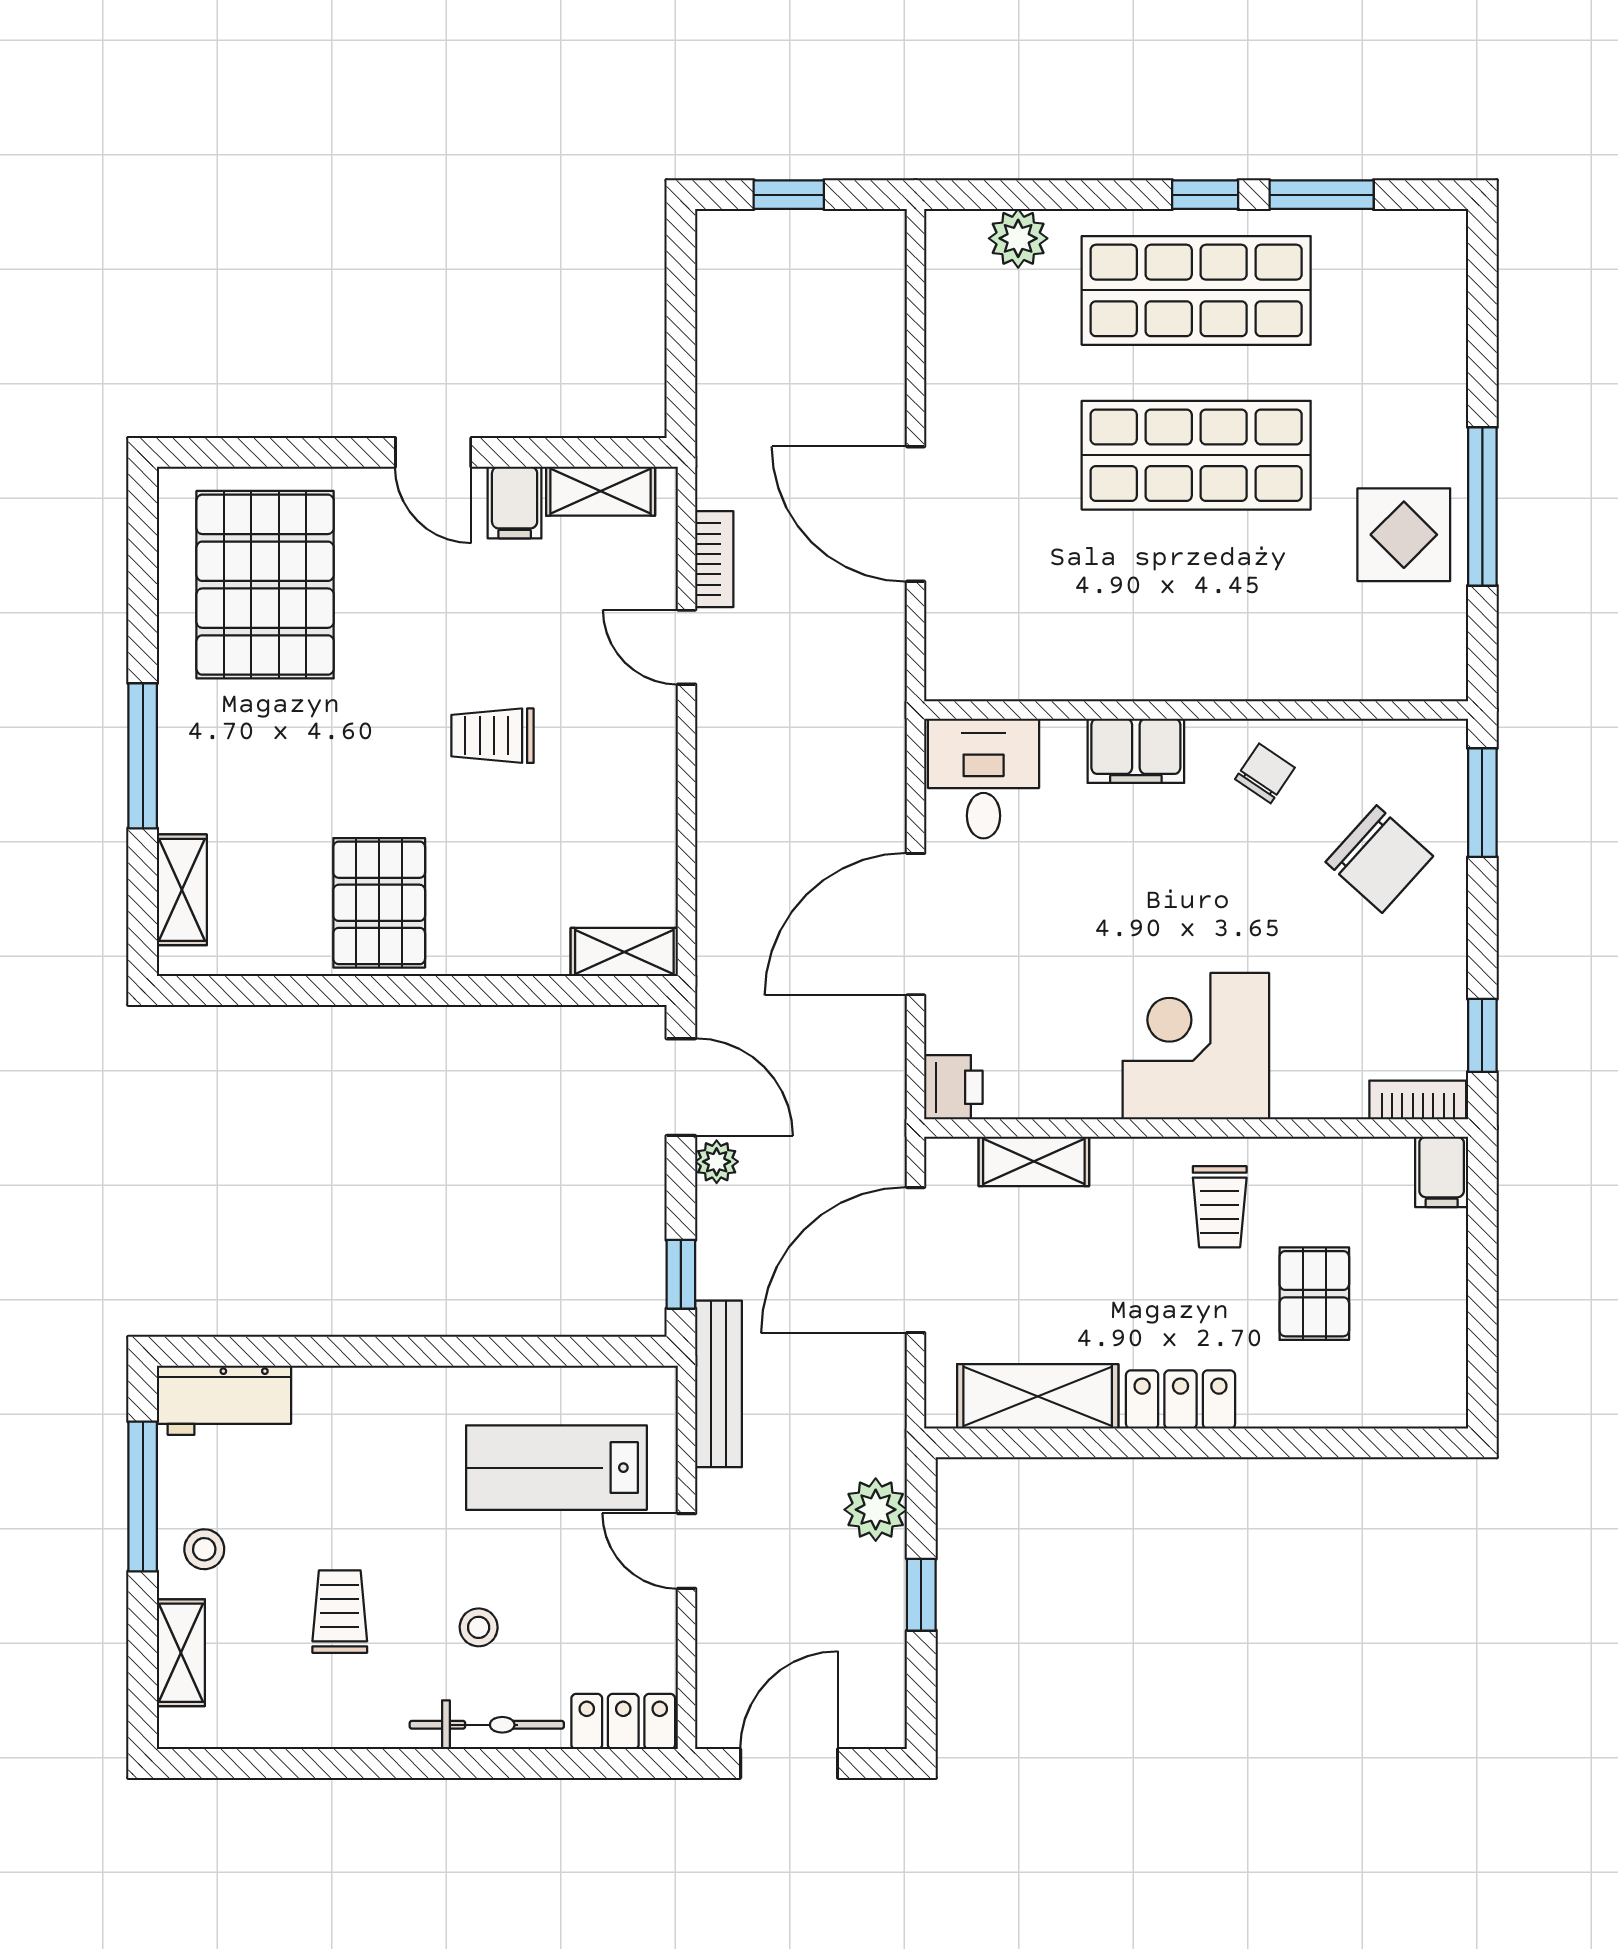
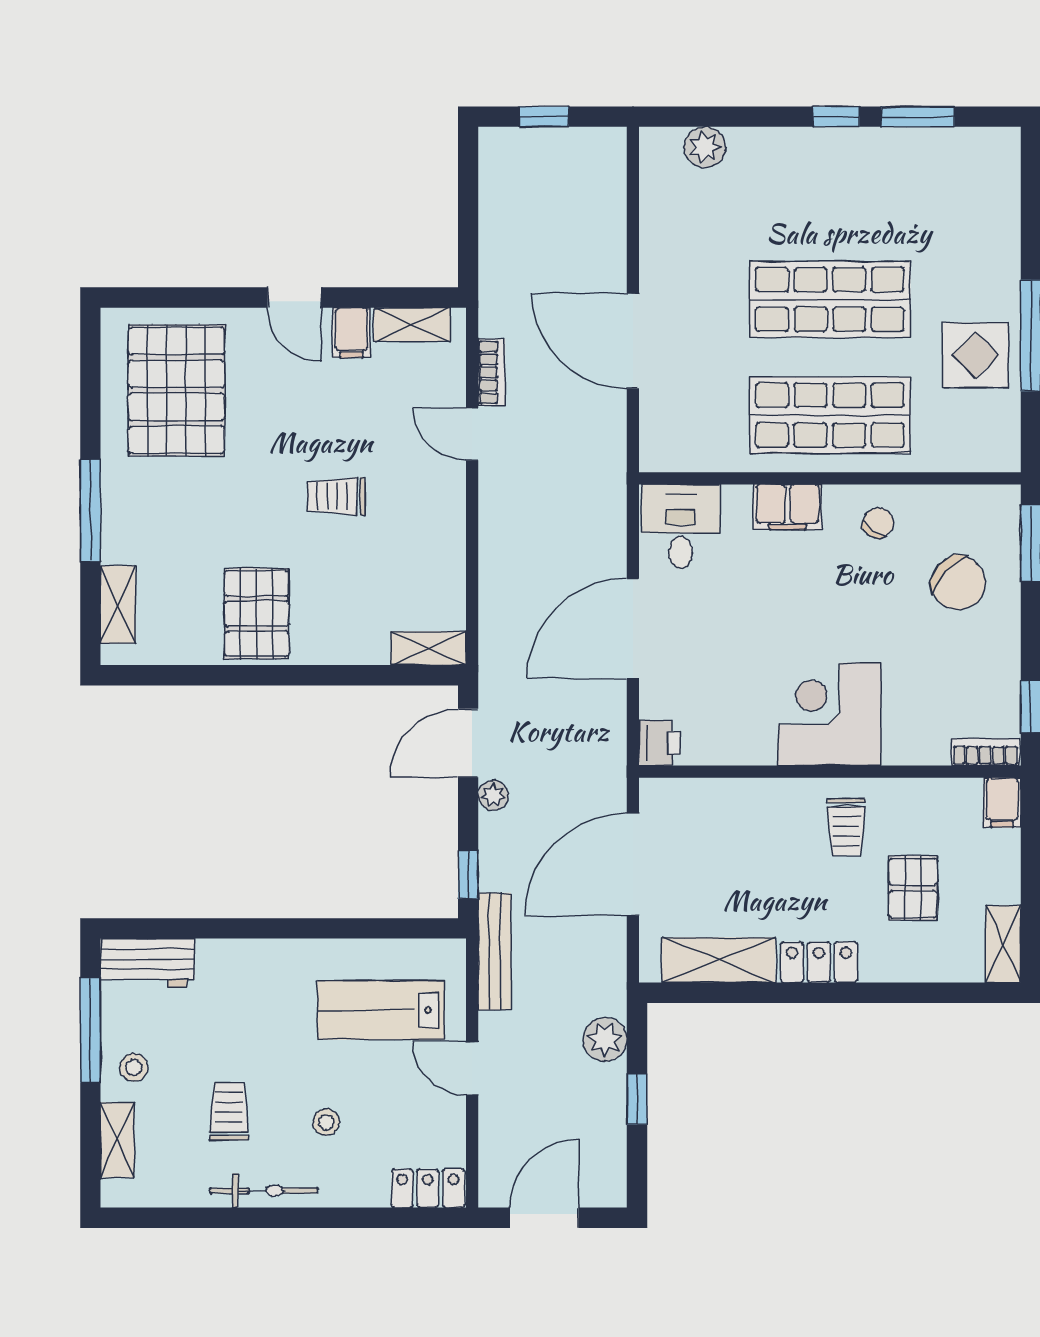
shop shelf: (1196, 290) -> (830, 415), moved
door: (681, 1087) -> (468, 743), swing flipped
shelving: (1034, 1161) -> (1003, 944), moved, turned 90
bicycle: (487, 1725) -> (264, 1191), moved

